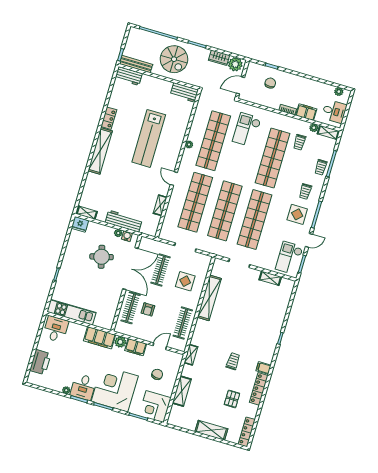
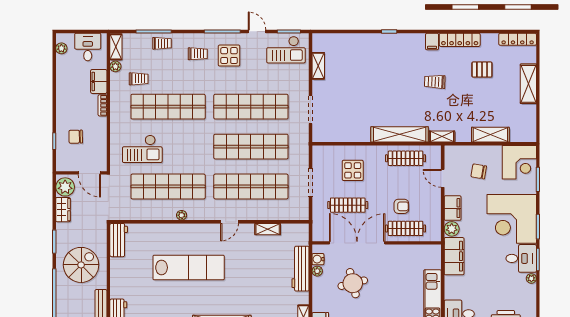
shelving: (209, 298) -> (400, 134), moved

